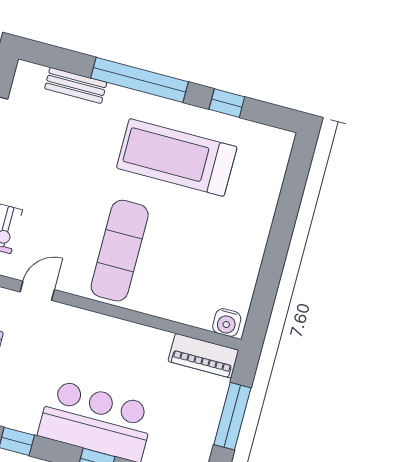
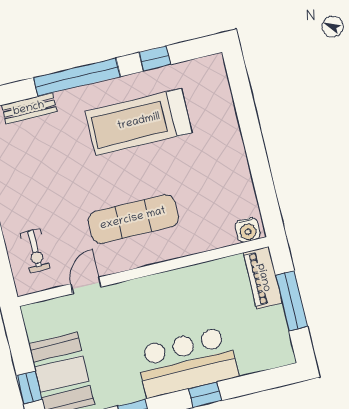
exercise mat: (120, 251) -> (133, 219), turned 90
piano: (203, 356) -> (263, 278), moved, turned 90

